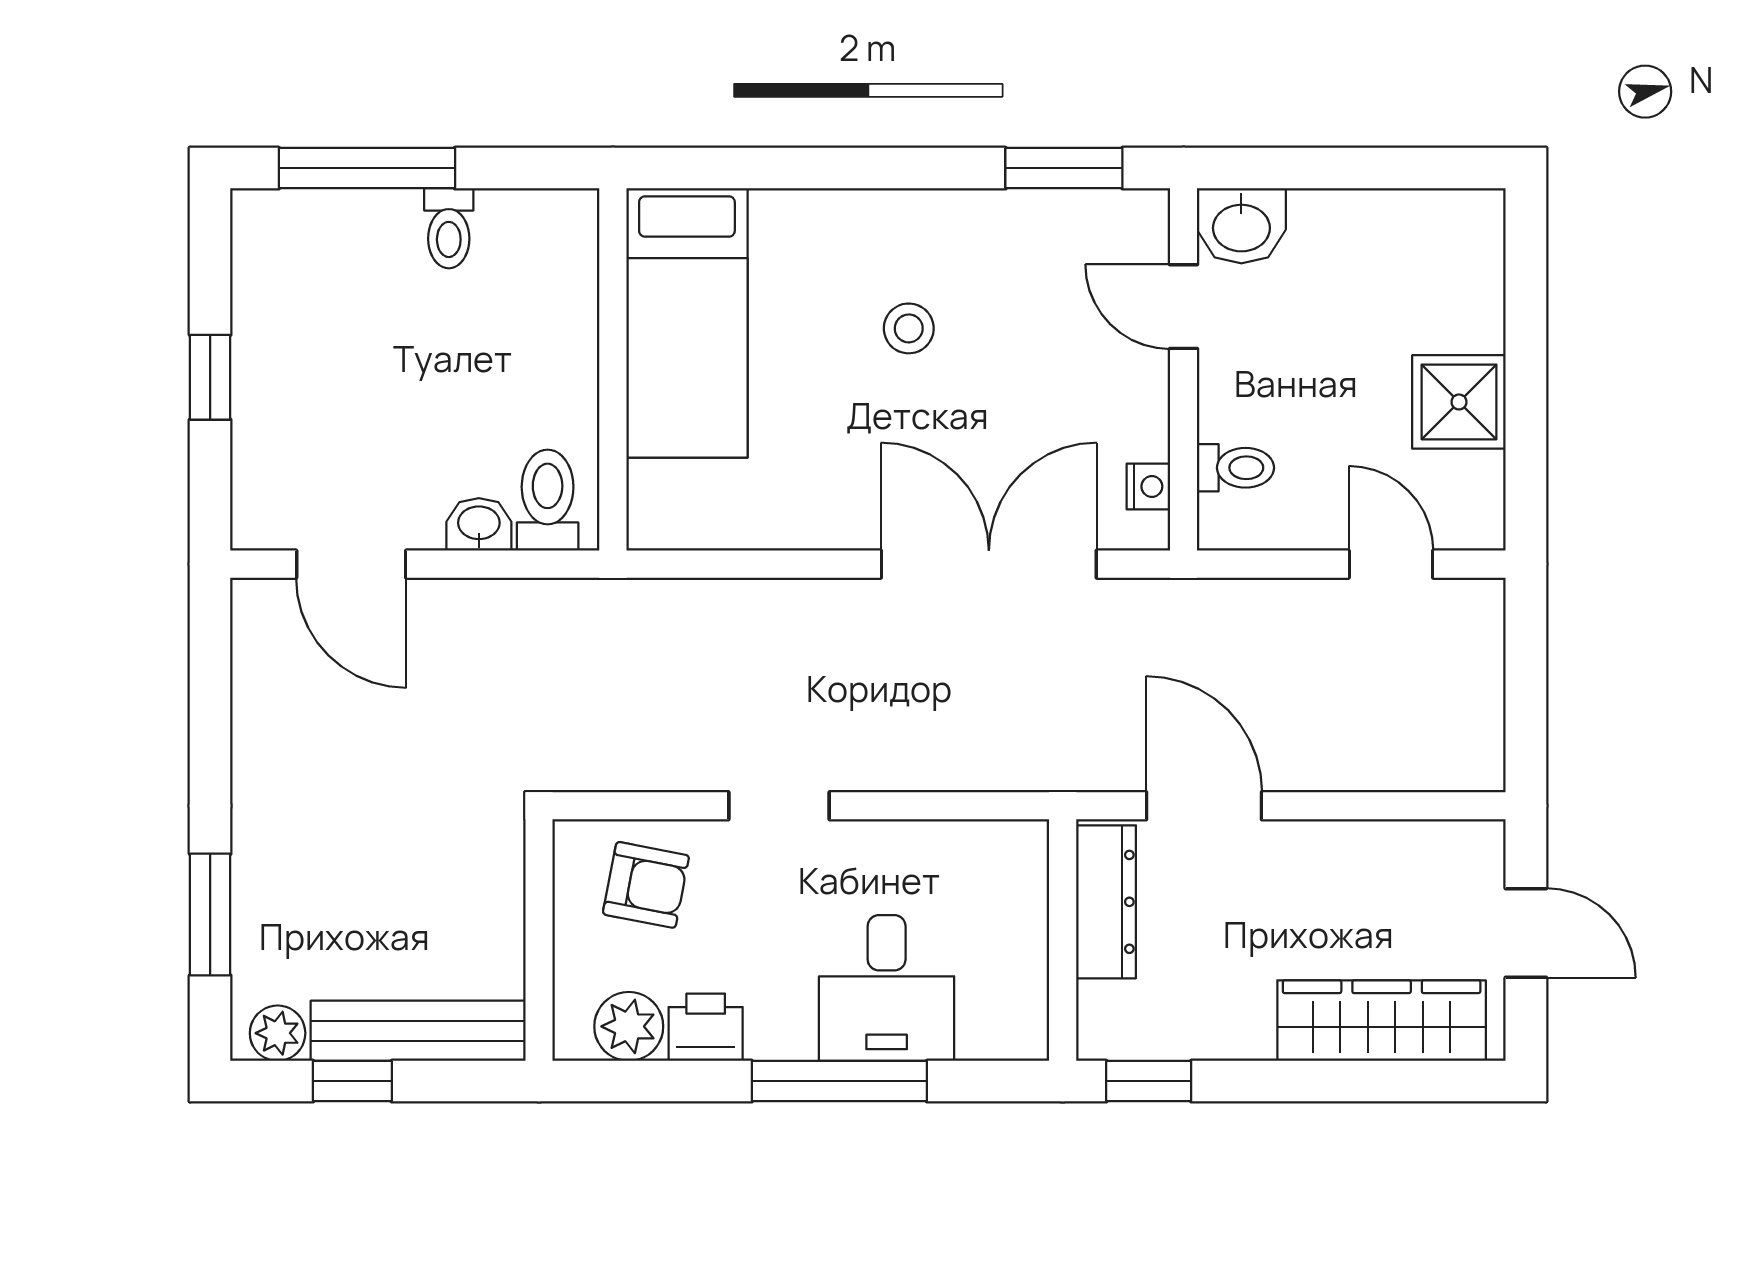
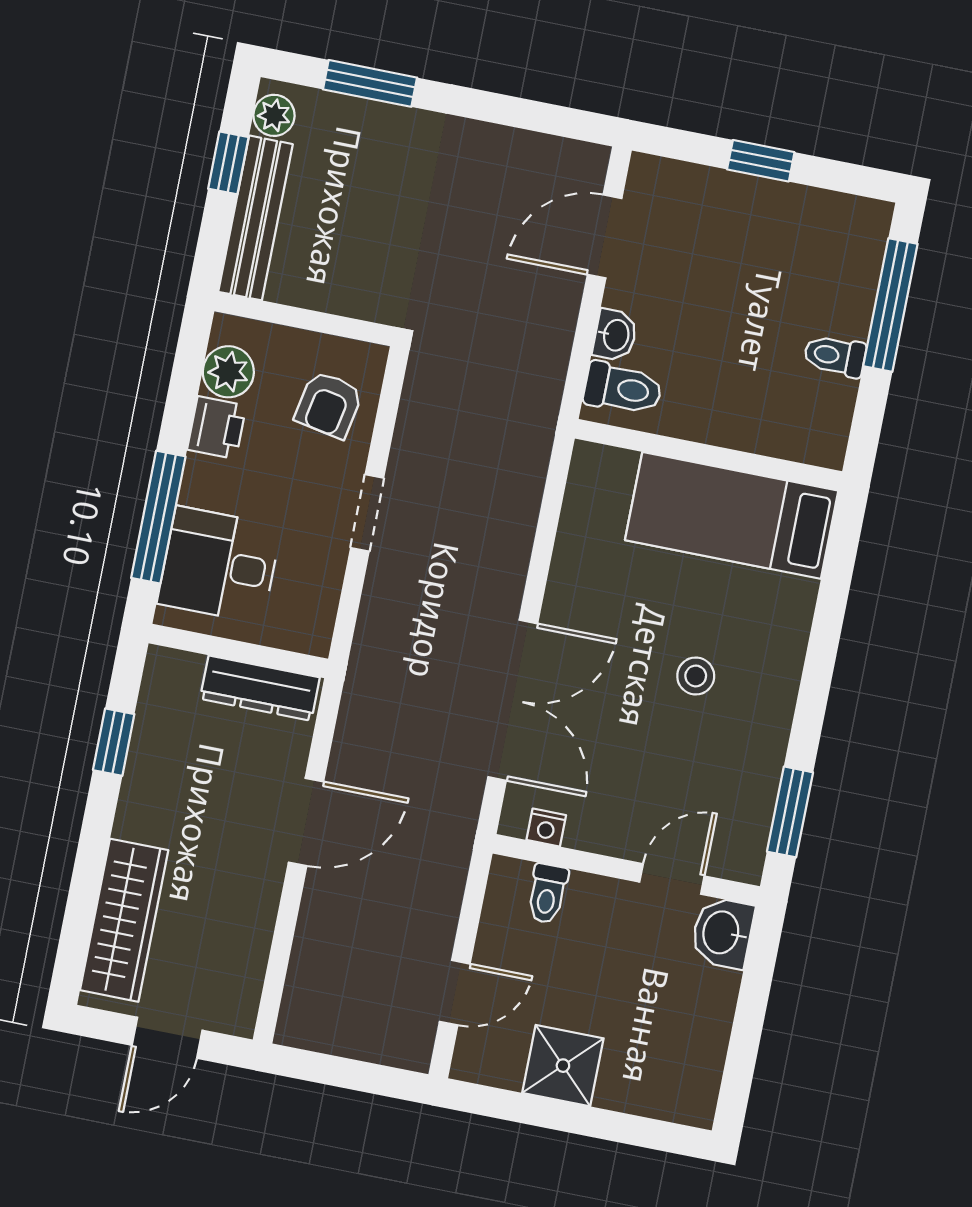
dresser: (1106, 902) -> (260, 688), moved
wall: (1063, 940) -> (238, 651), moved

